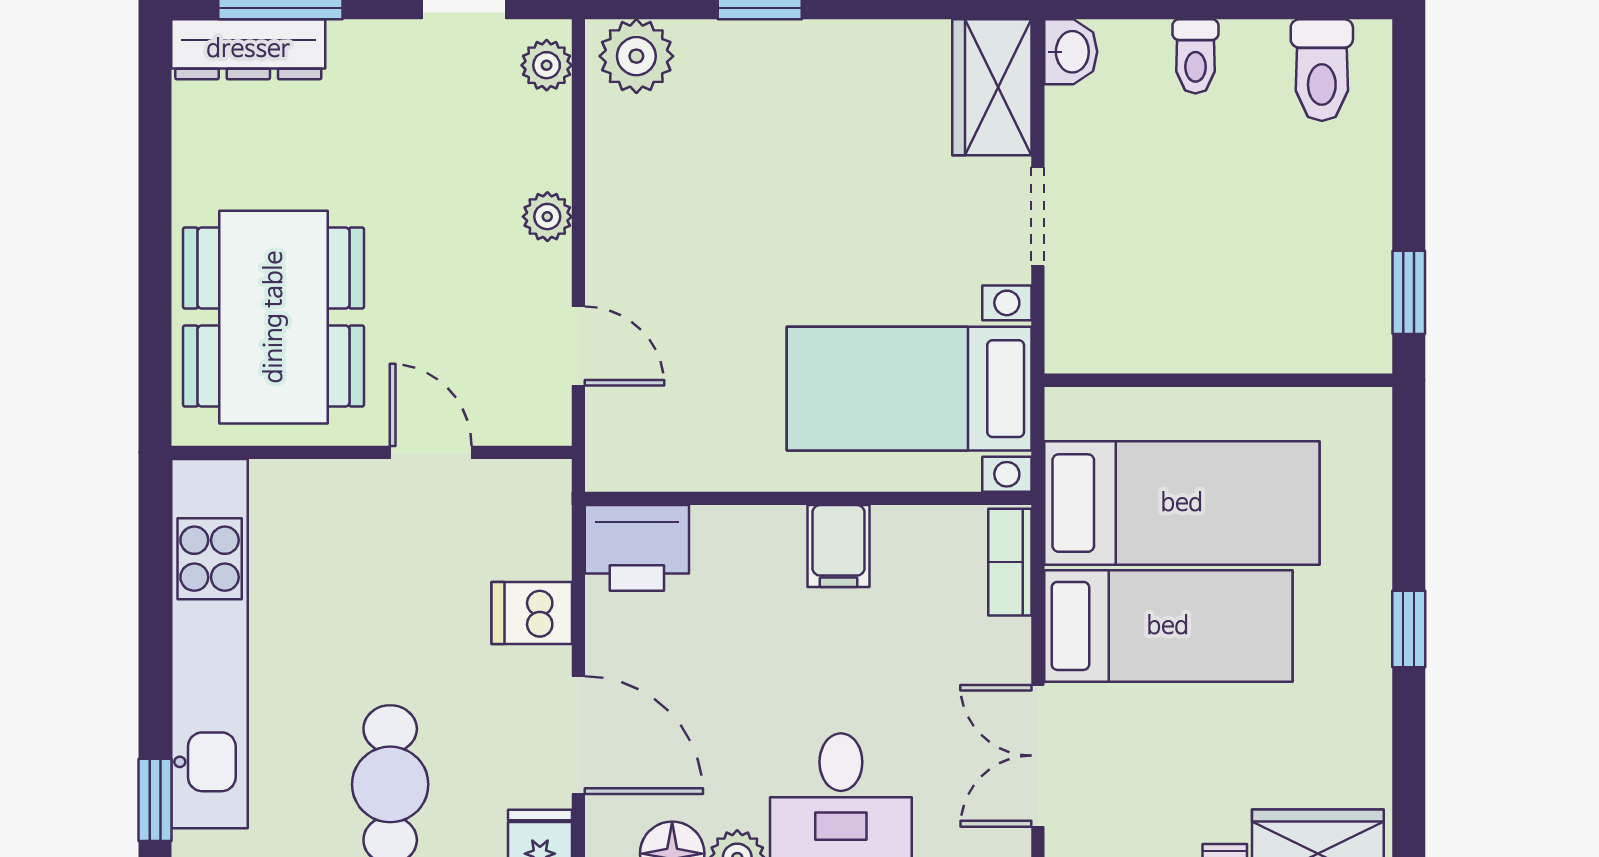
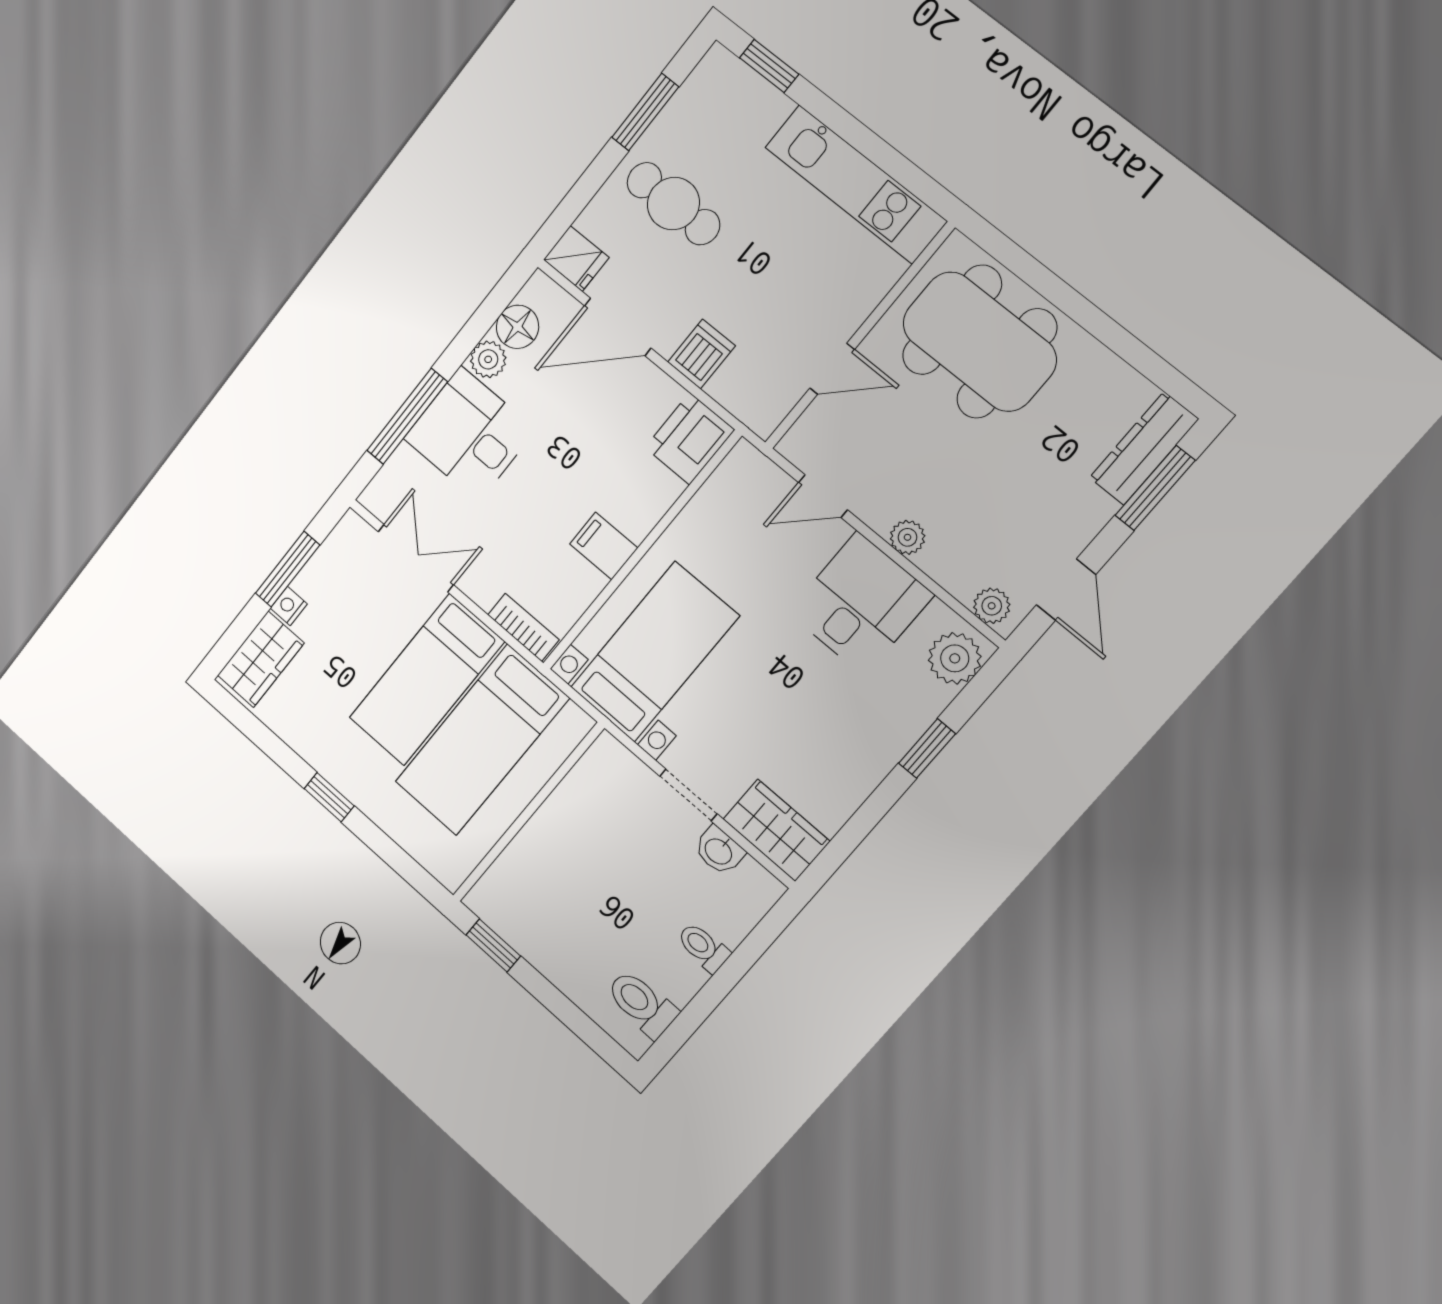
washbasin: (1071, 52) -> (719, 851), moved
desk: (662, 206) -> (861, 604), added
kitchen unit: (210, 644) -> (856, 184), width x0.73

